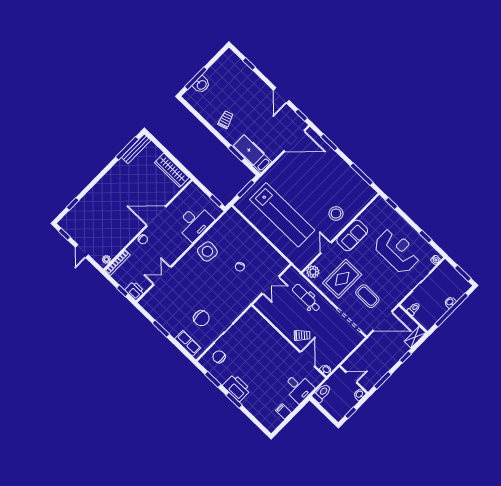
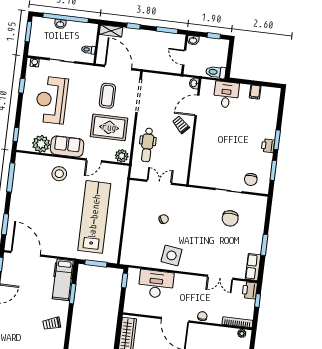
plant: (369, 217) -> (41, 144), added
chair: (201, 318) -> (230, 218), turned 180
row of seats: (188, 343) -> (253, 267), moved
printer: (237, 388) -> (268, 146), width x0.53, depth x0.68

